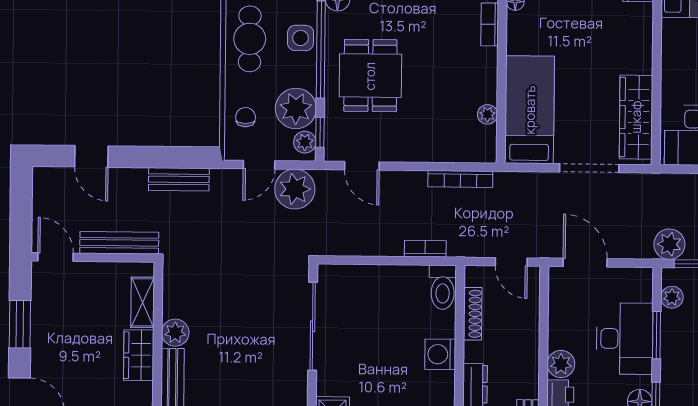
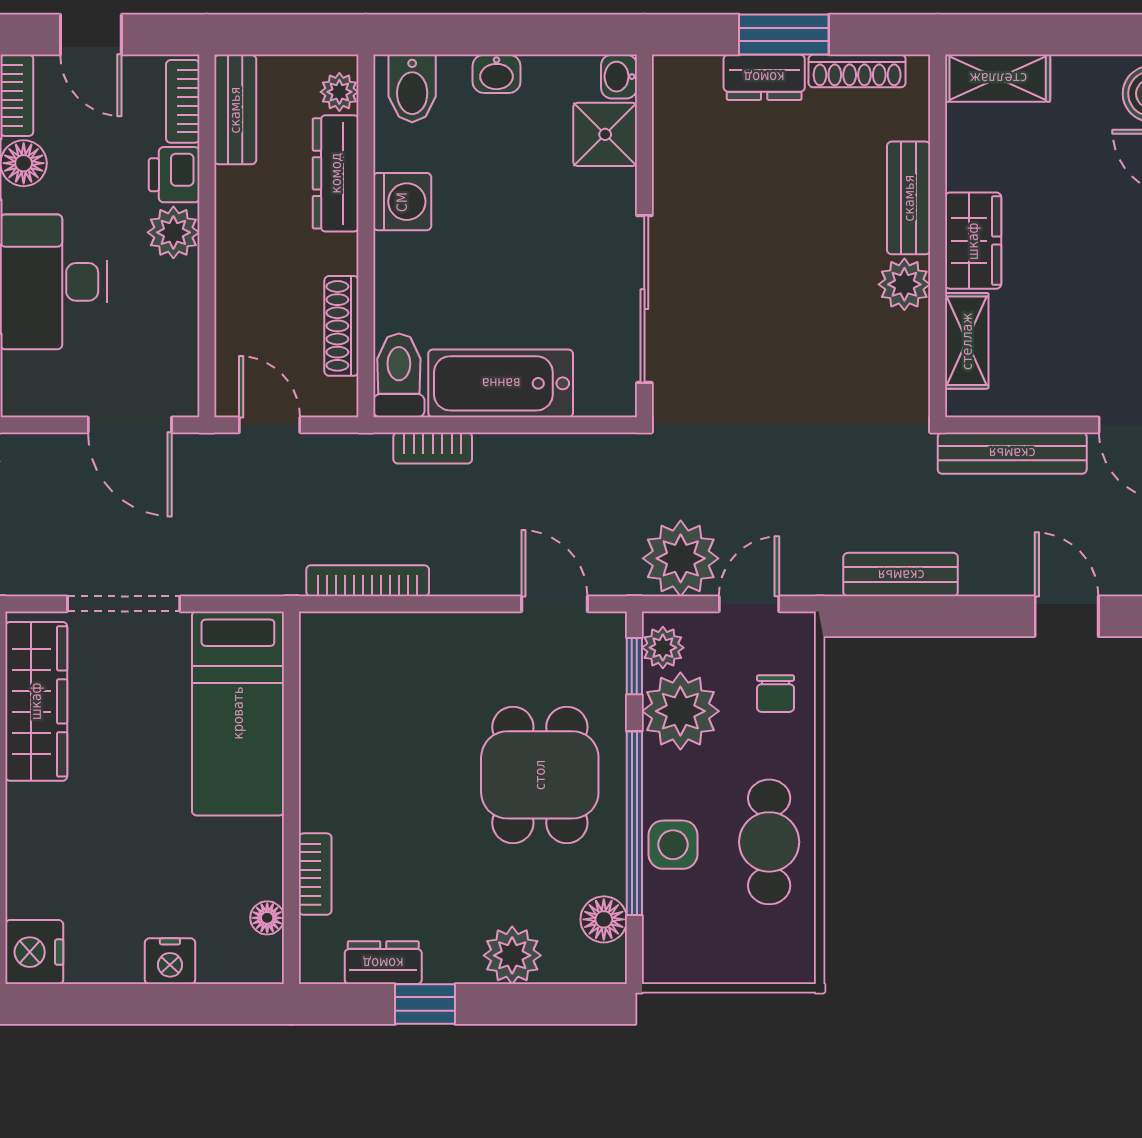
plant: (487, 114) -> (318, 704), removed
bathtub: (389, 283) -> (501, 383), added
washing machine: (440, 354) -> (402, 202), moved

